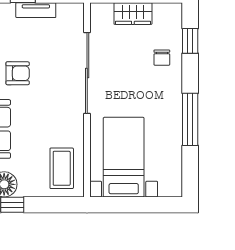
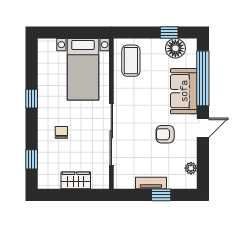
chair: (162, 58) -> (61, 132), moved
window: (190, 119) -> (32, 99), width x0.46

